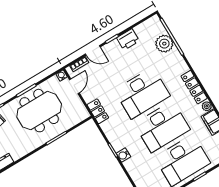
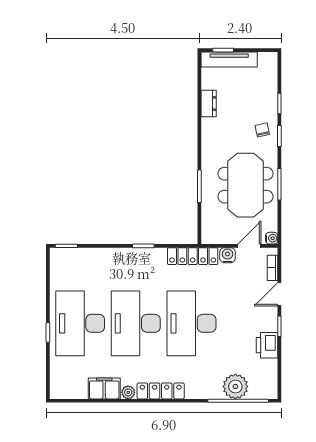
door: (74, 86) -> (249, 246), swing flipped
locker: (98, 111) -> (193, 256), width x1.53
water cooler: (123, 155) -> (228, 255), moved

